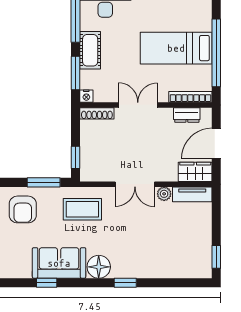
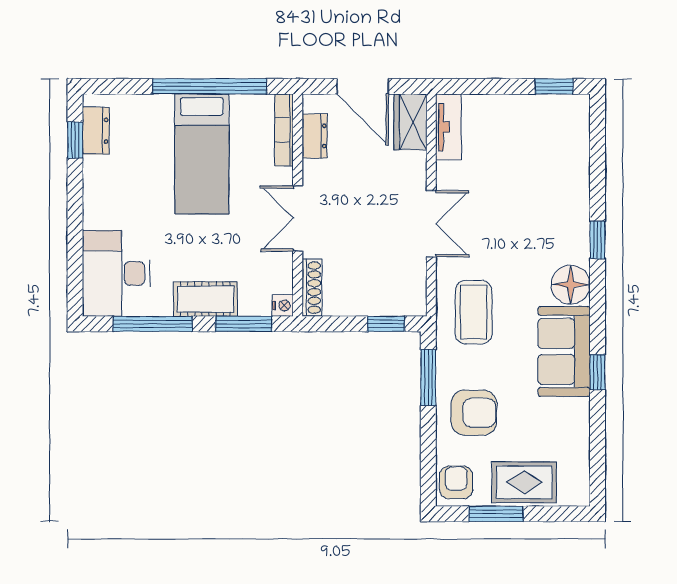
plant: (164, 194) -> (448, 174), removed

